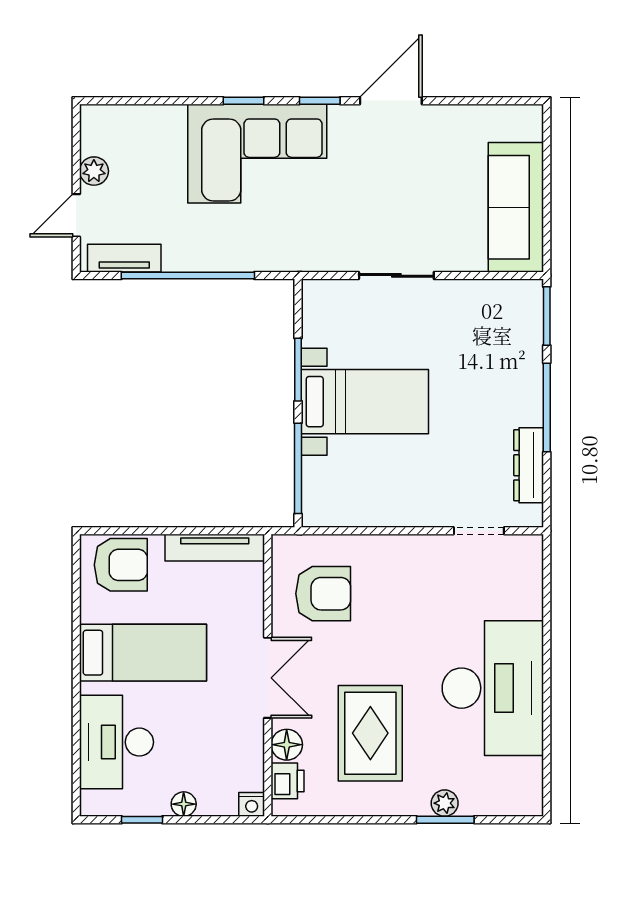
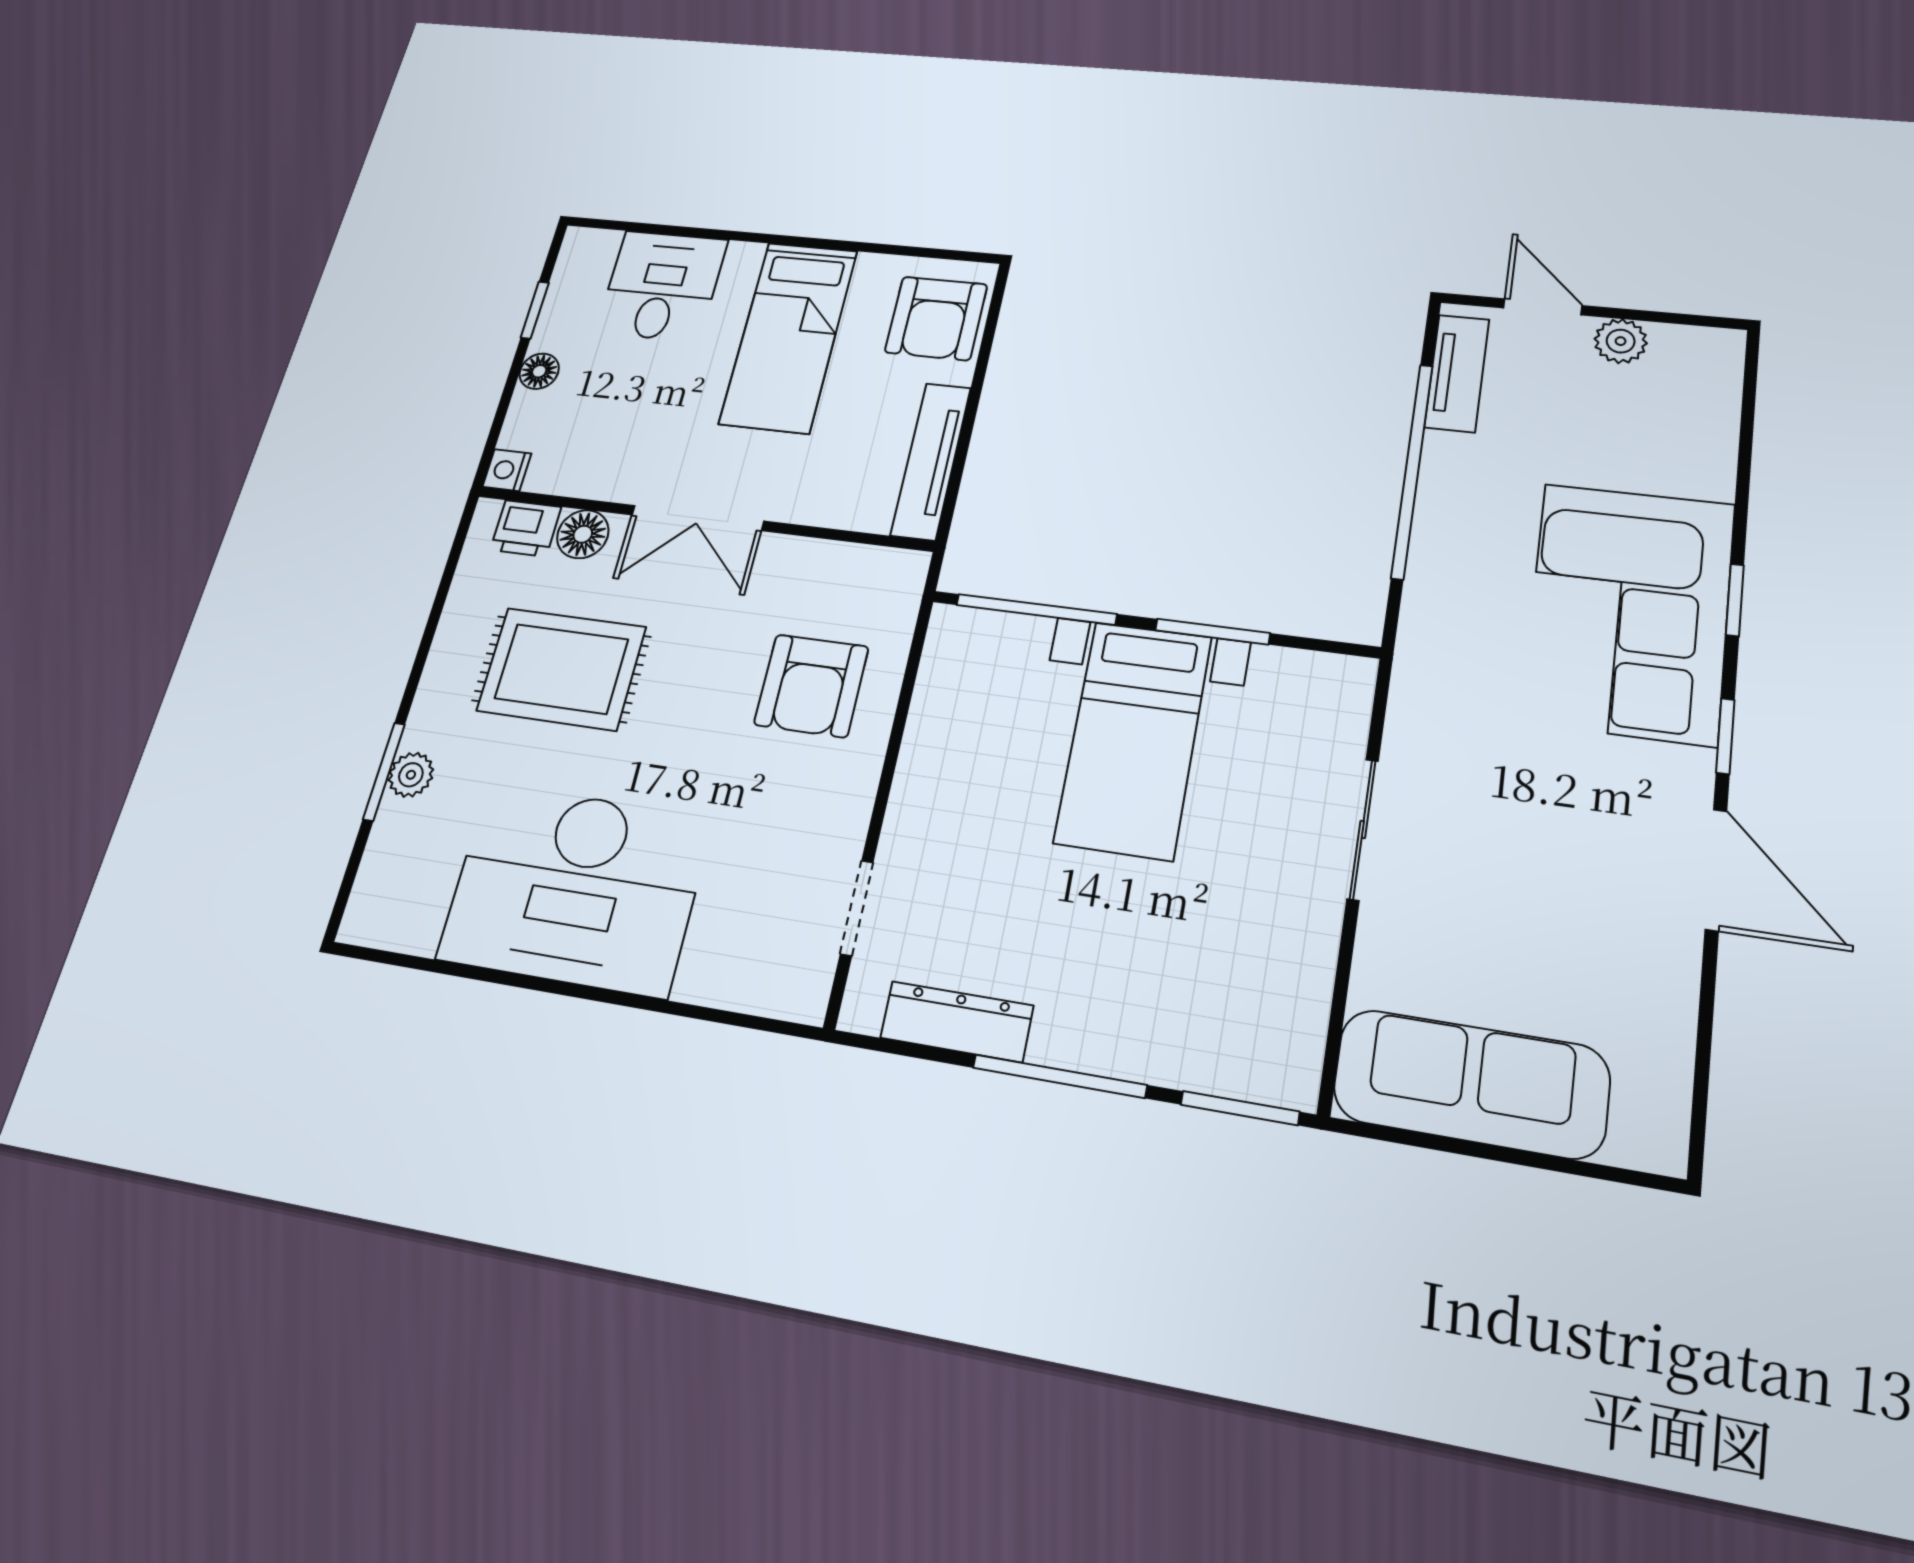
armchair: (323, 594) -> (811, 686), moved
desk: (116, 742) -> (662, 286), width x0.73

